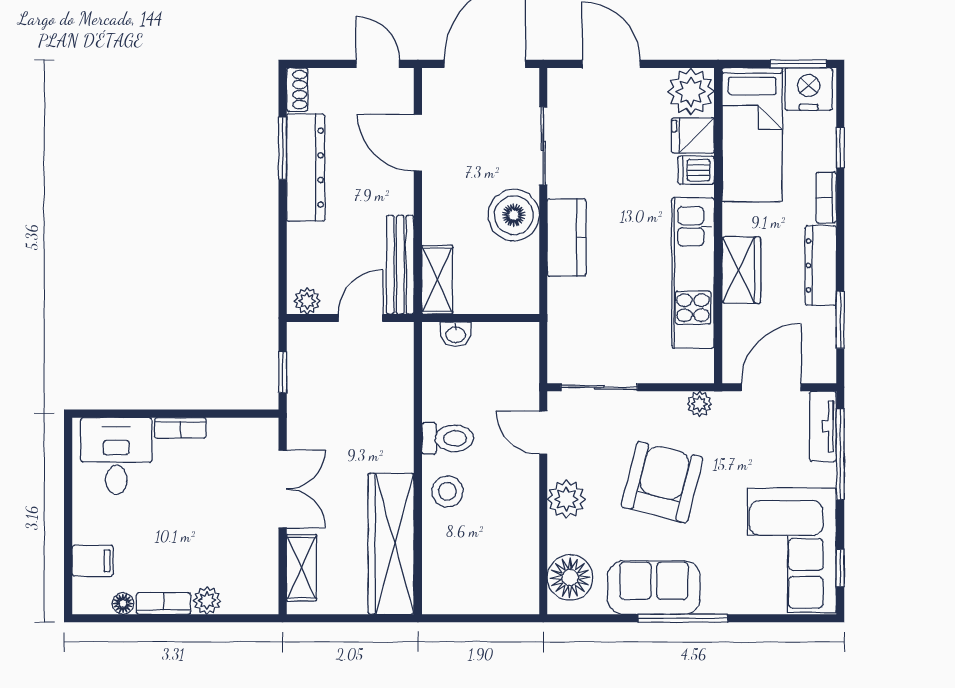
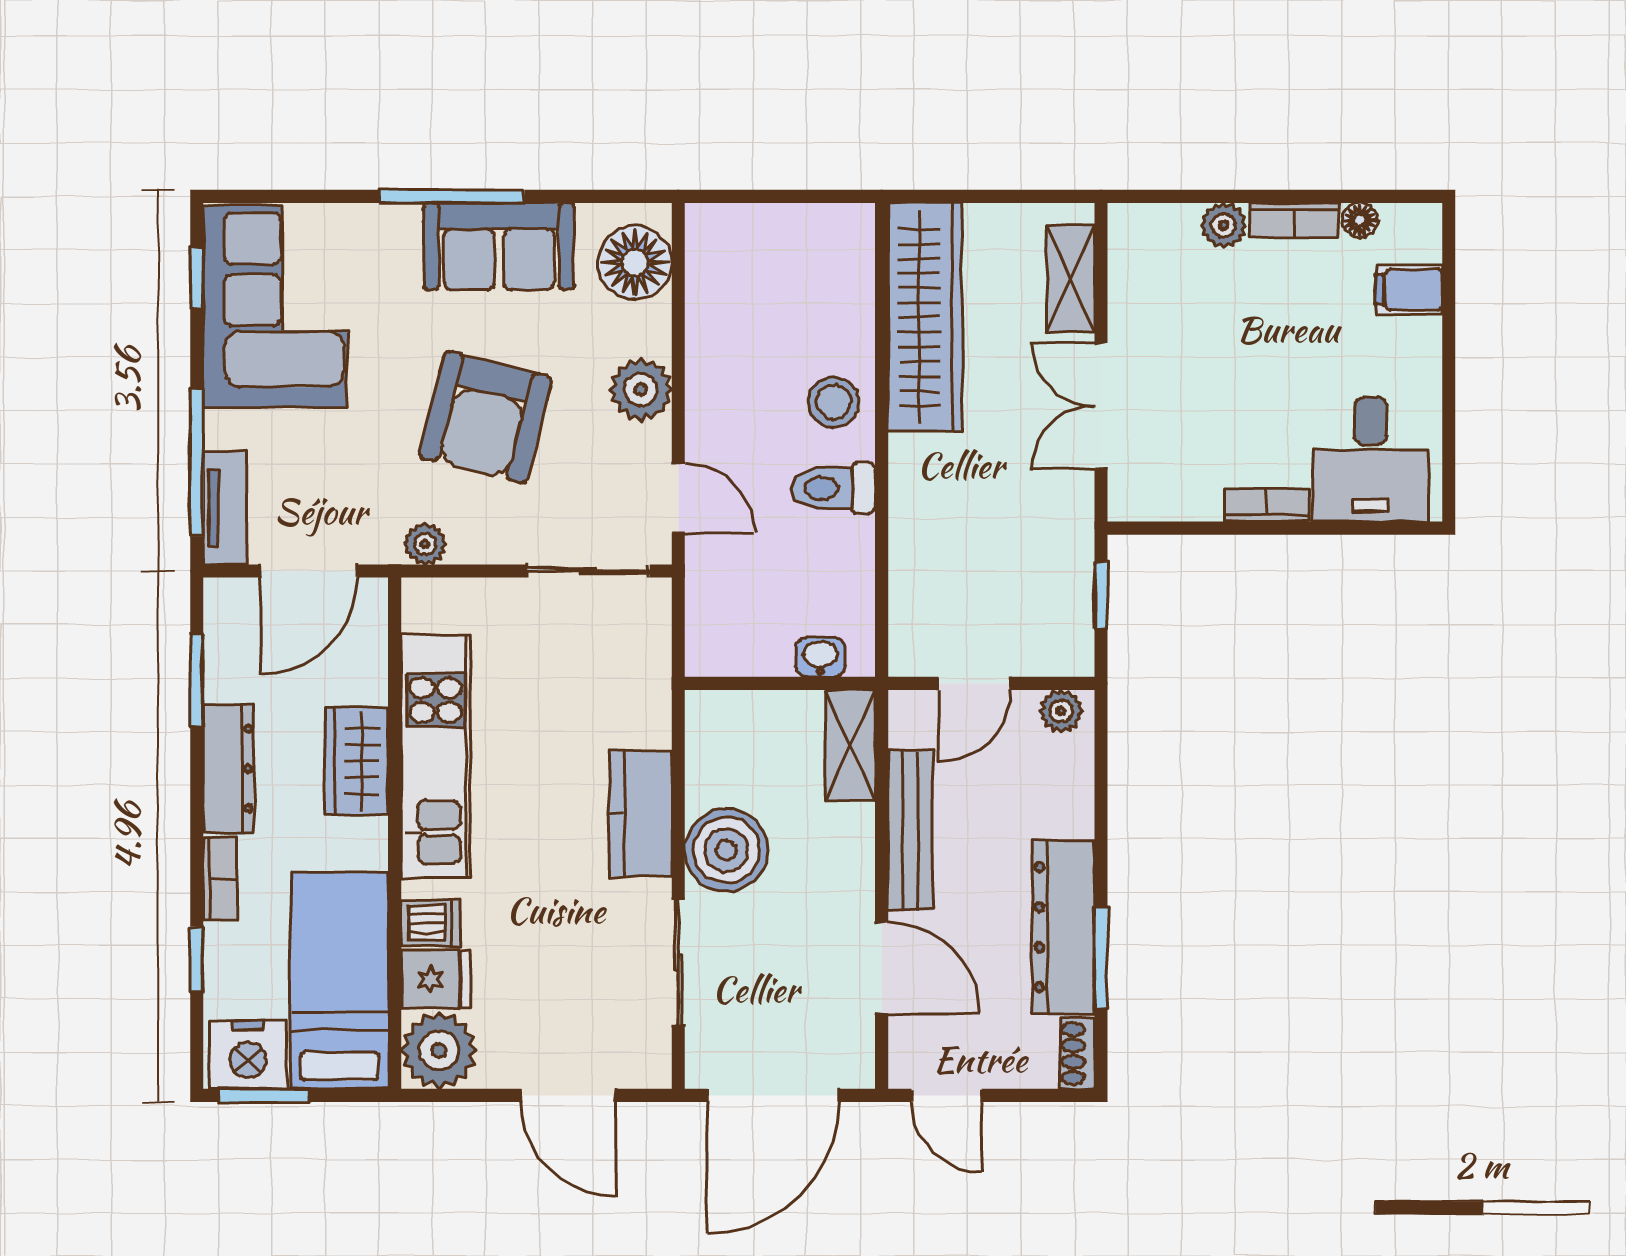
bench: (400, 265) -> (910, 830), moved

